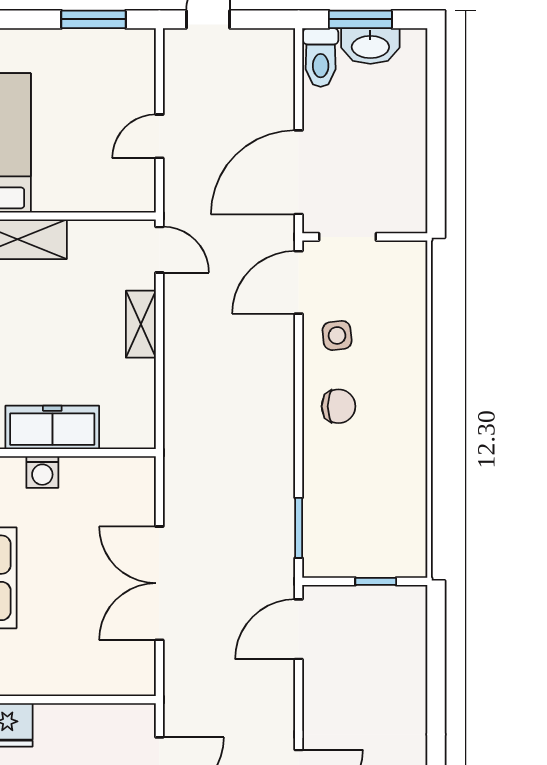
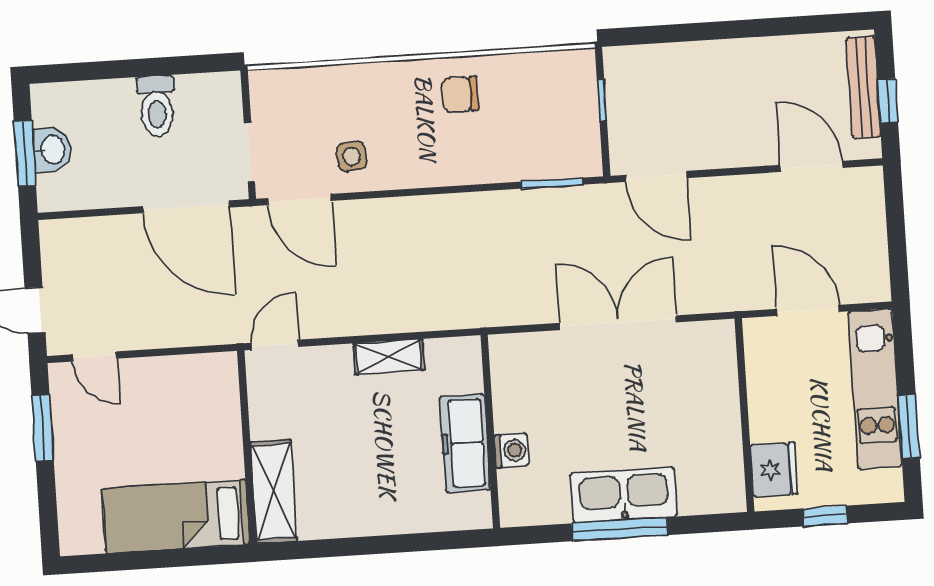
washbasin: (370, 46) -> (52, 150), width x0.72
toilet: (321, 57) -> (157, 106), moved, turned 90
door: (159, 136) -> (95, 356), moved
shelving: (141, 324) -> (389, 357), moved
chair: (339, 406) -> (460, 95), moved, turned -90
double door: (159, 583) -> (618, 323), swing flipped

